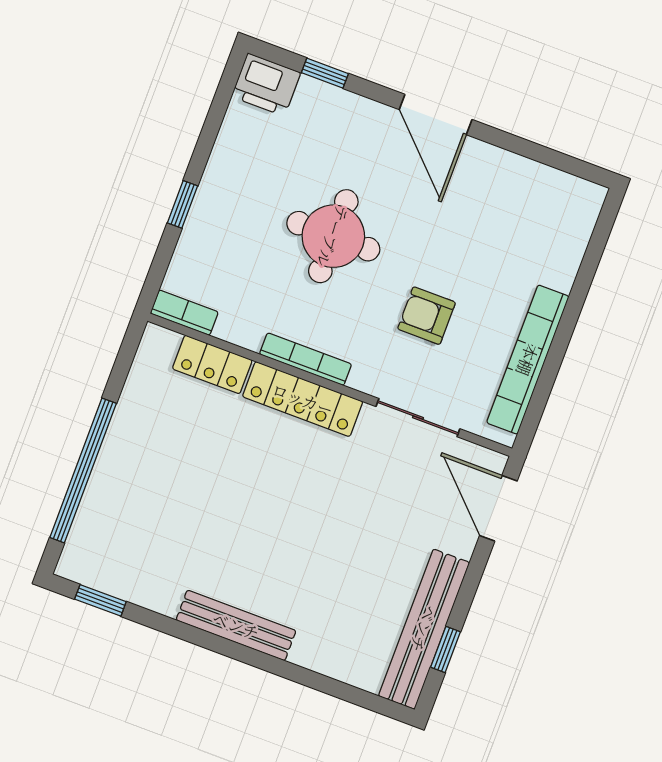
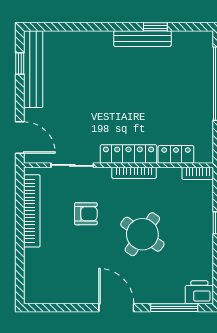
window: (325, 73) -> (174, 308), width x2.17
round table: (333, 236) -> (142, 234), turned 35
window: (100, 600) -> (155, 27), moved
bench: (236, 625) -> (142, 39), moved

